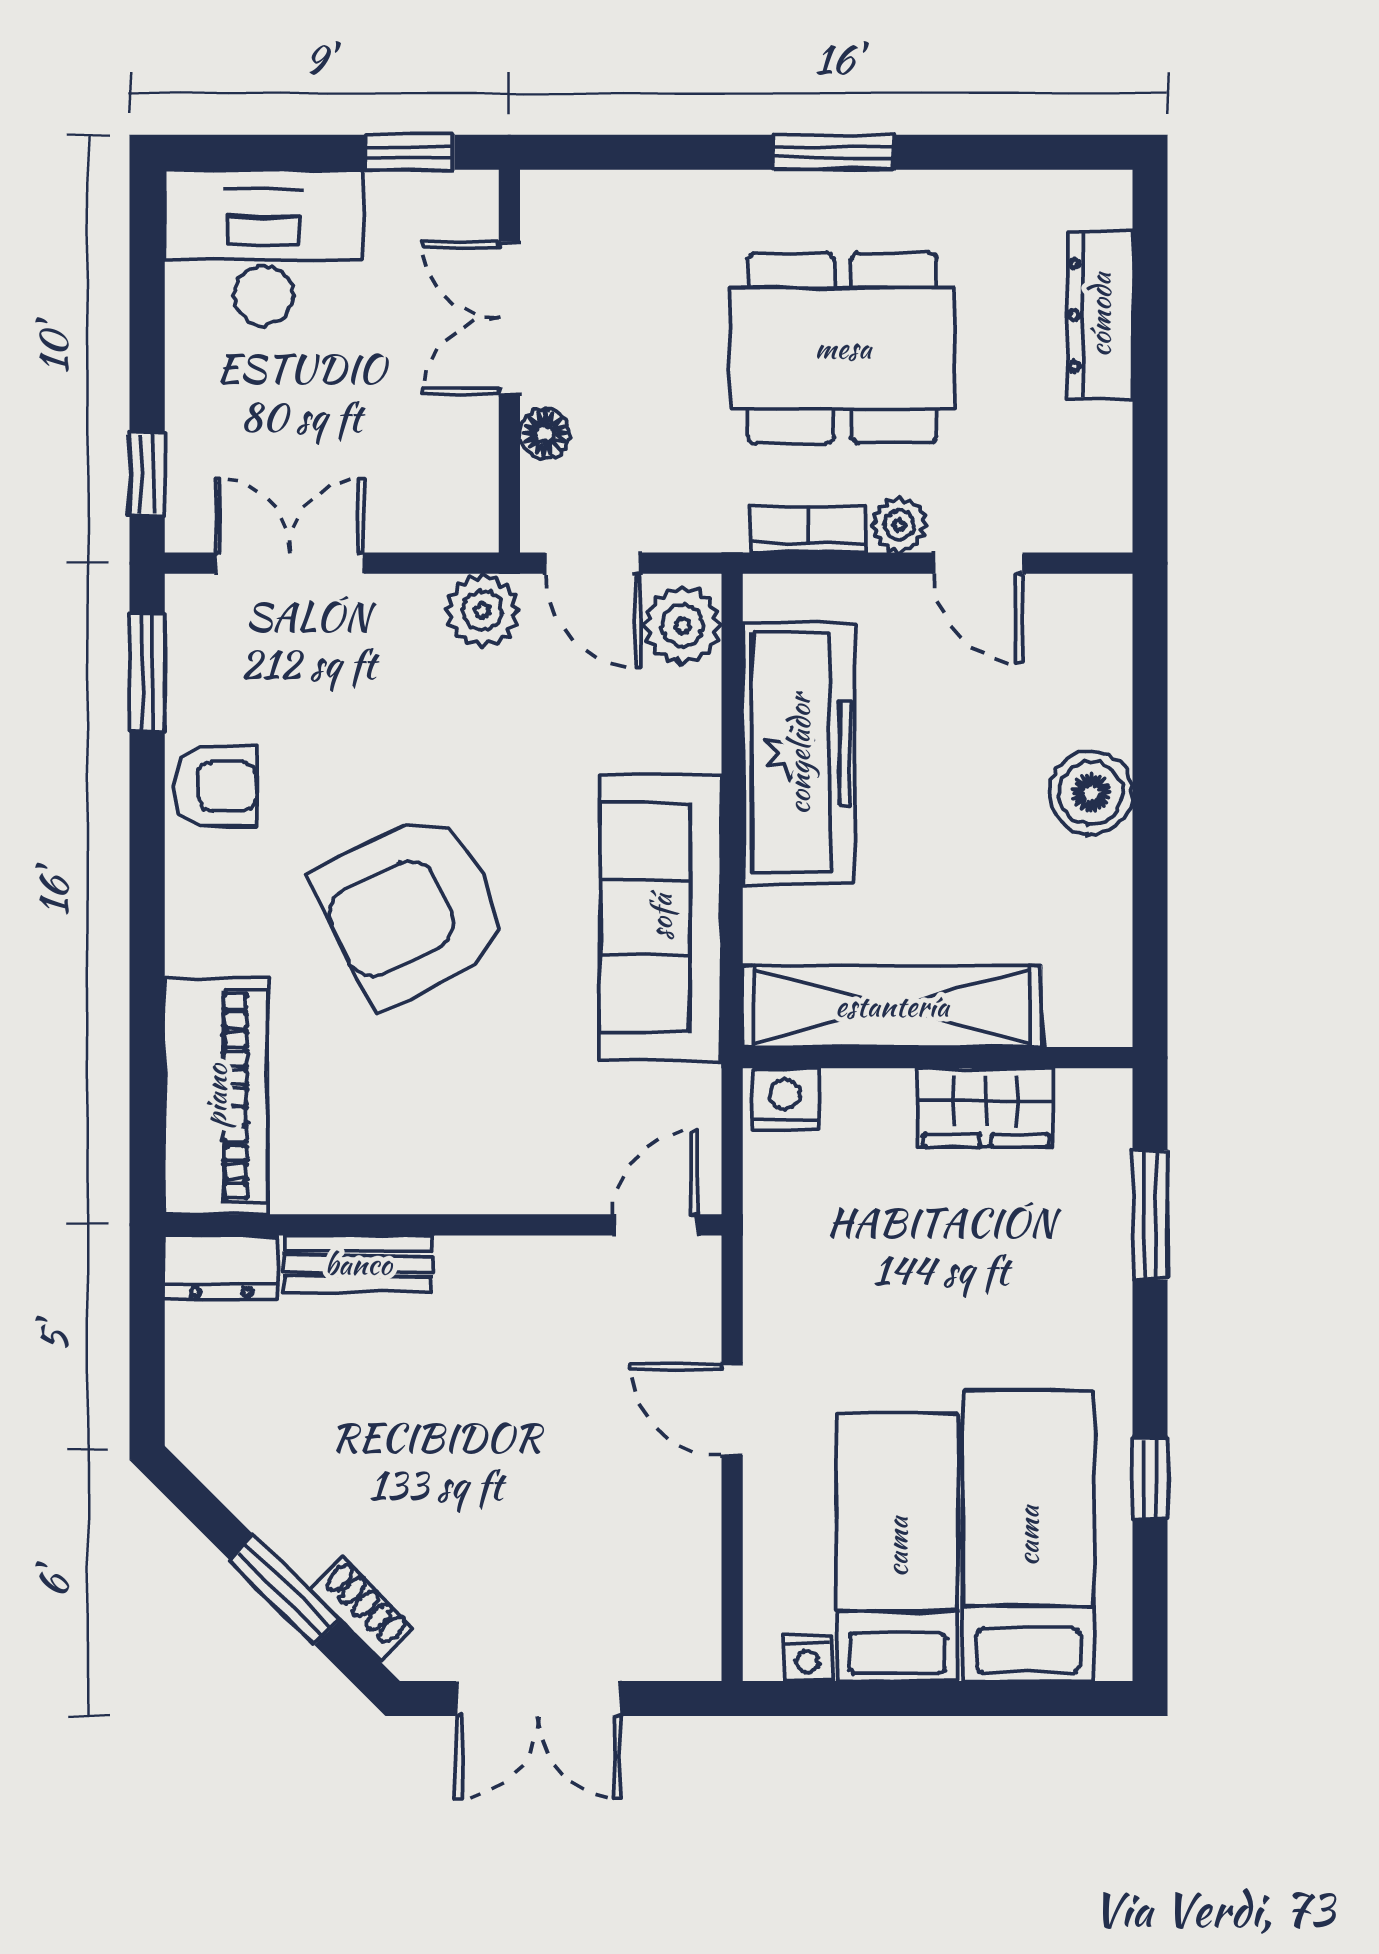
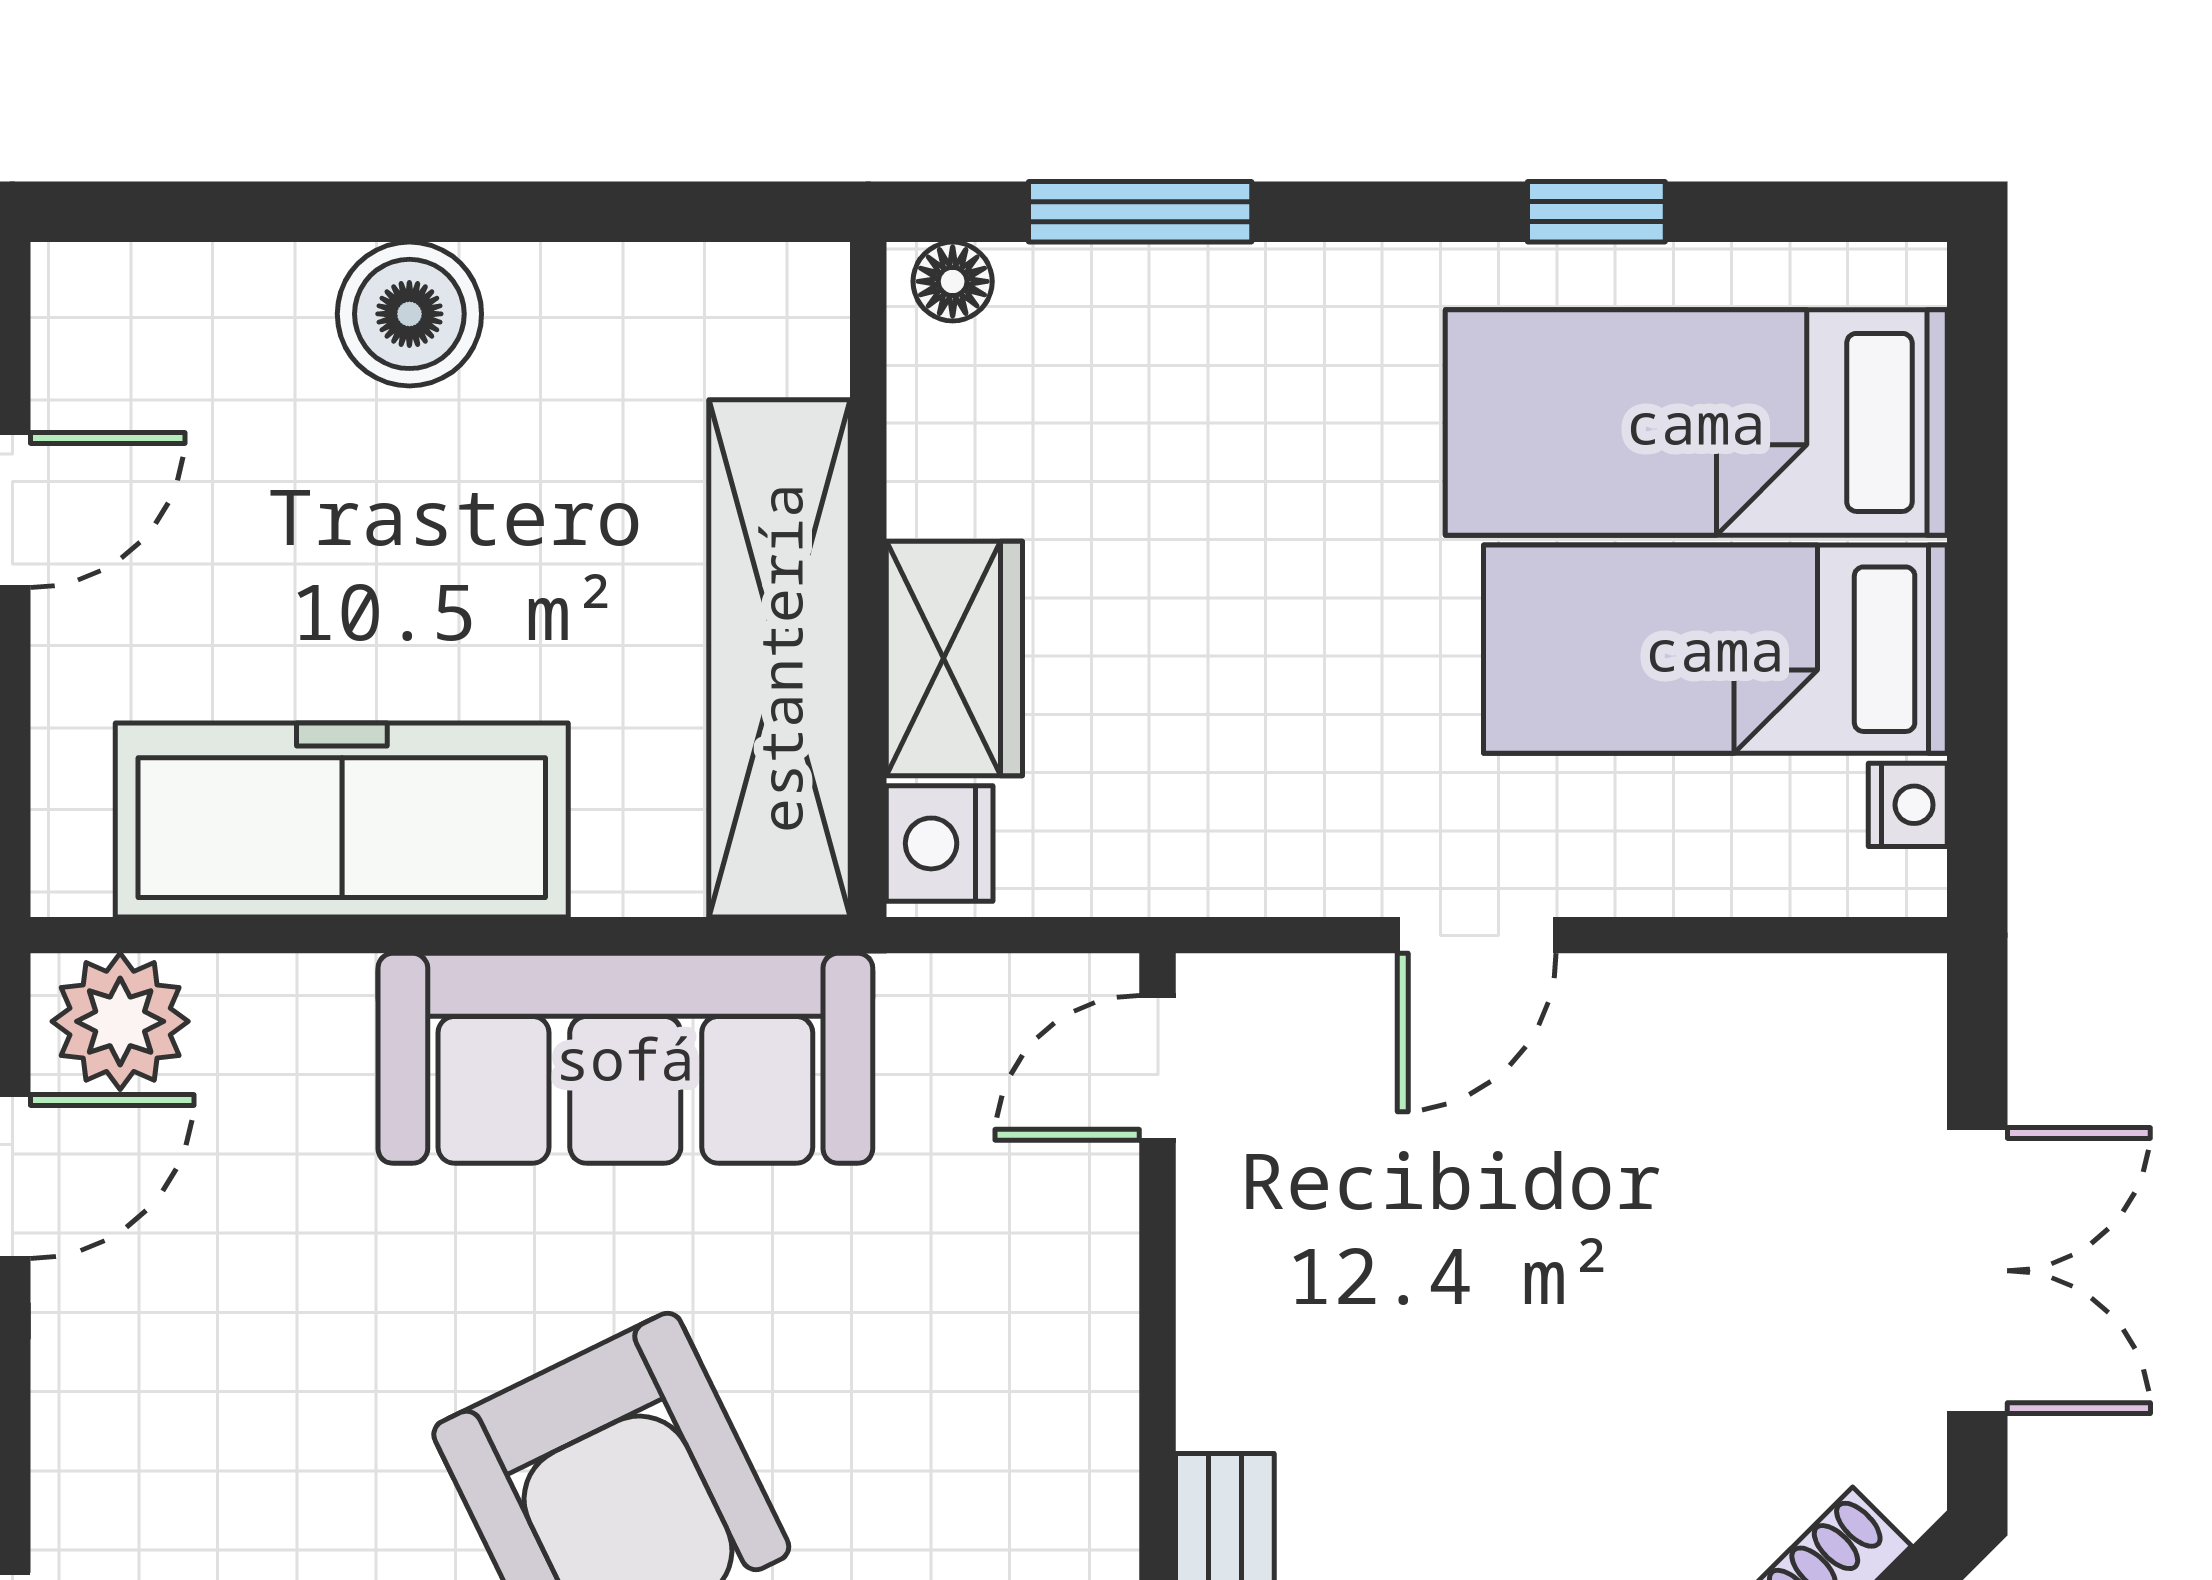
plant: (482, 611) -> (94, 1368), removed
floor lamp: (1110, 1106) -> (953, 281), added
wardrobe: (986, 1107) -> (954, 658), moved
door: (655, 1225) -> (1158, 1068), hinge flipped

